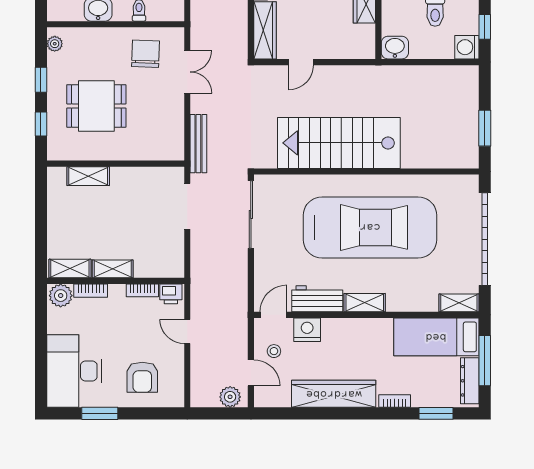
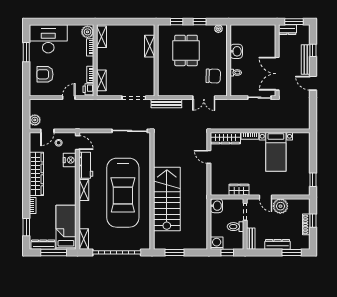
stairs: (339, 143) -> (167, 199), moved
shelving: (113, 269) -> (101, 80), moved

